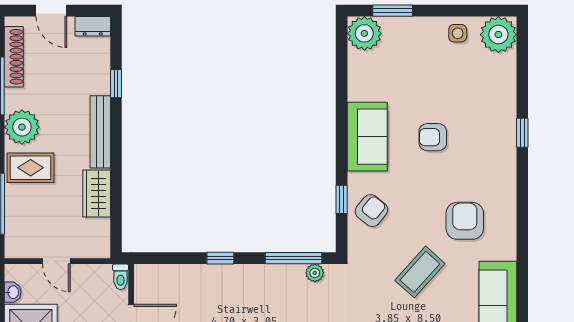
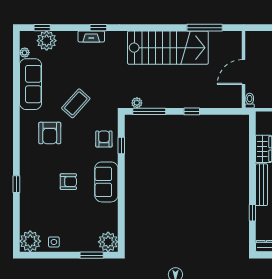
armchair: (371, 211) -> (104, 139), turned 141

